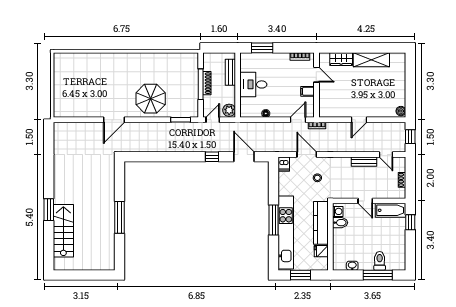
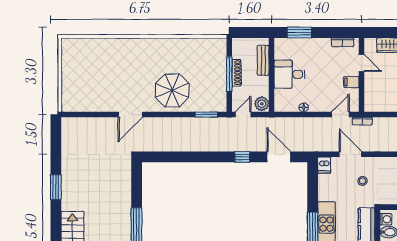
window: (49, 210) -> (56, 187), moved

